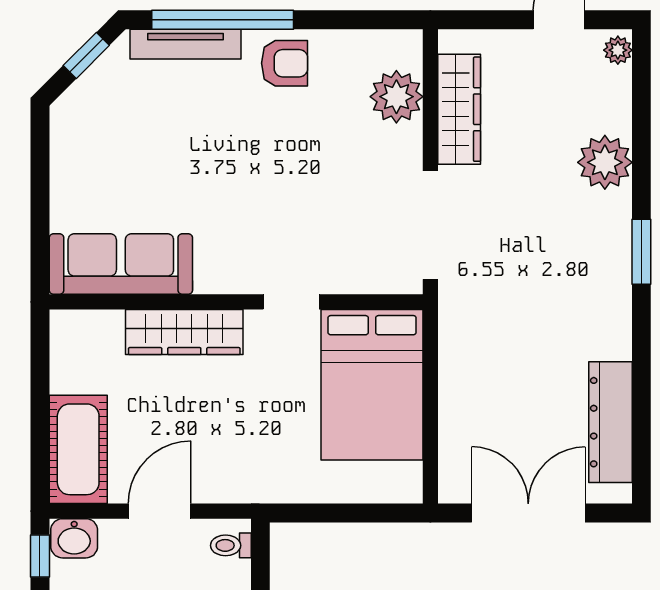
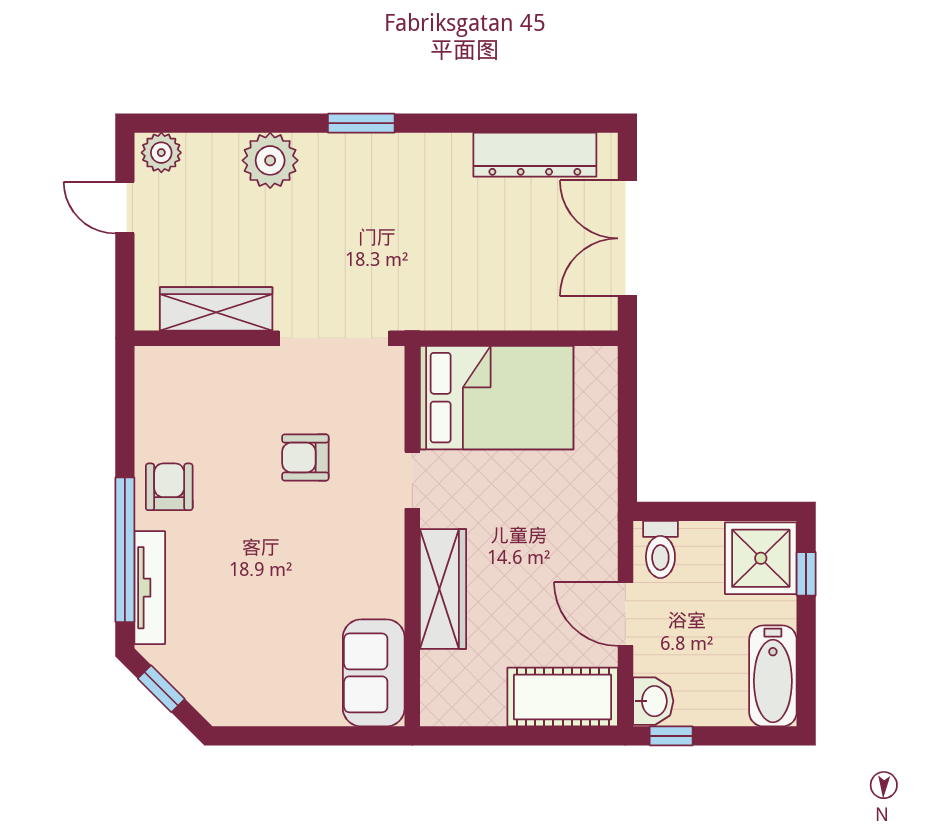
plant: (618, 50) -> (161, 153), width x1.38, depth x1.38
plant: (396, 97) -> (203, 373), removed
armchair: (313, 197) -> (305, 457), added
sofa: (121, 264) -> (374, 673), width x0.73
toilet: (231, 545) -> (660, 549), width x1.37, depth x1.39

